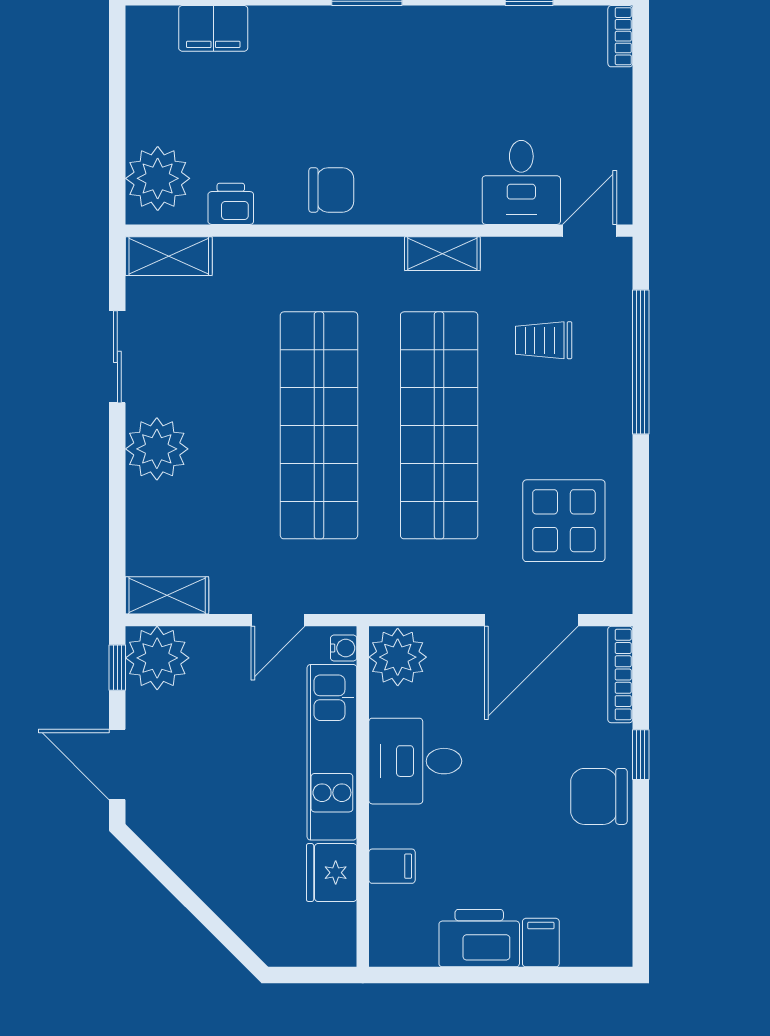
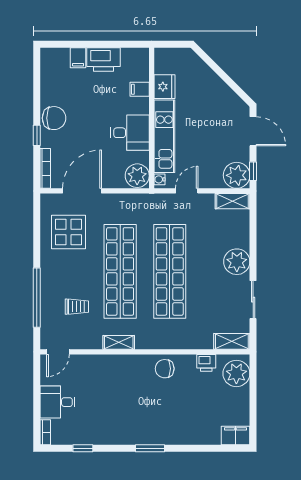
filing cabinet: (213, 28) -> (235, 435), moved
desk: (521, 182) -> (58, 402), moved, turned -90

